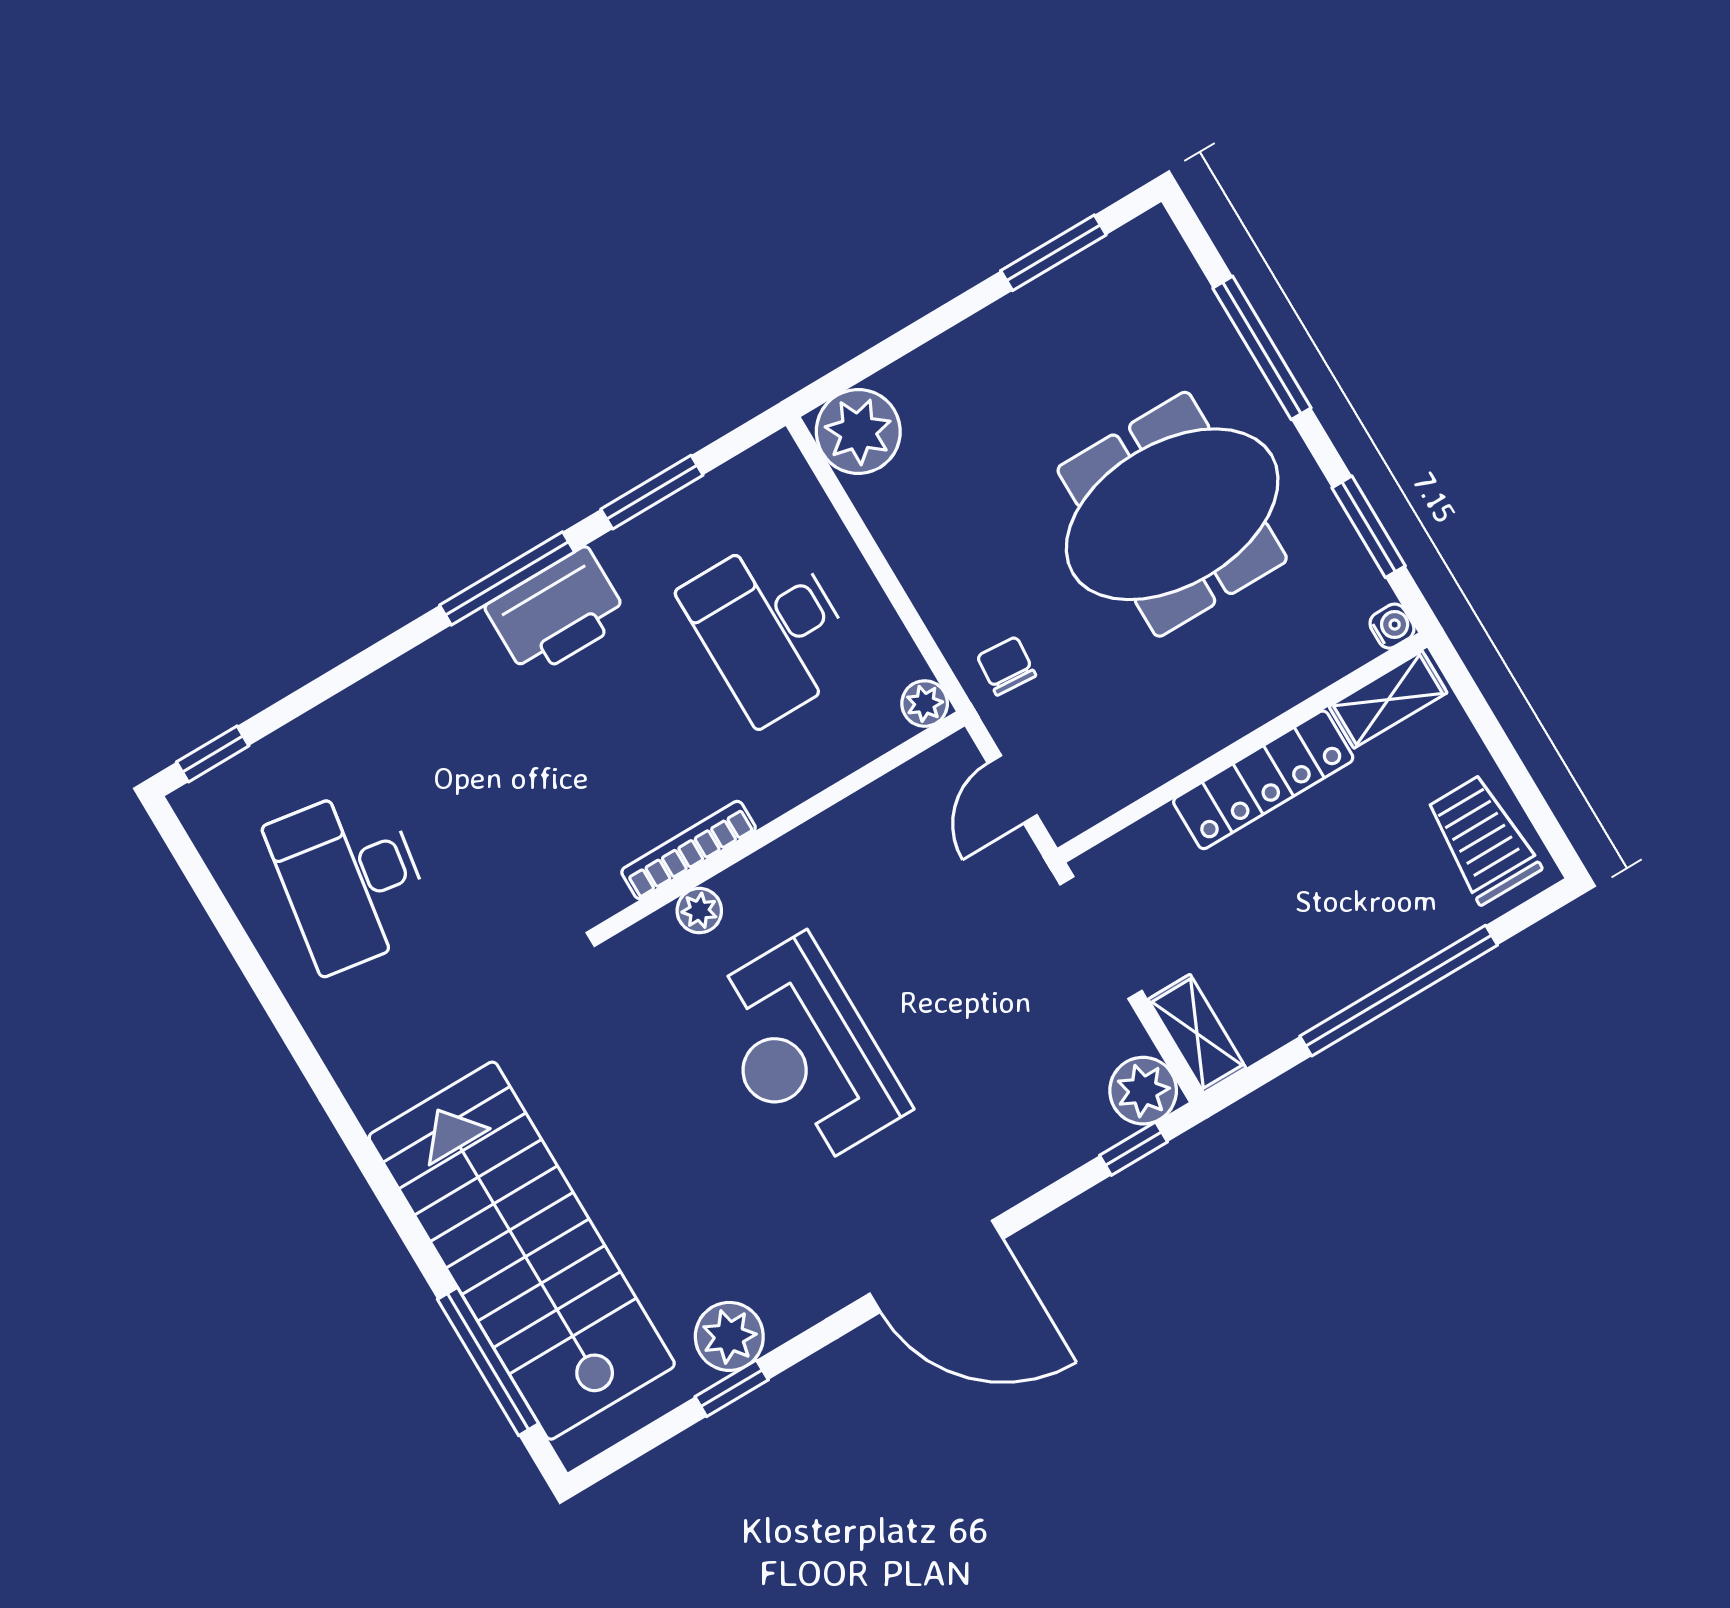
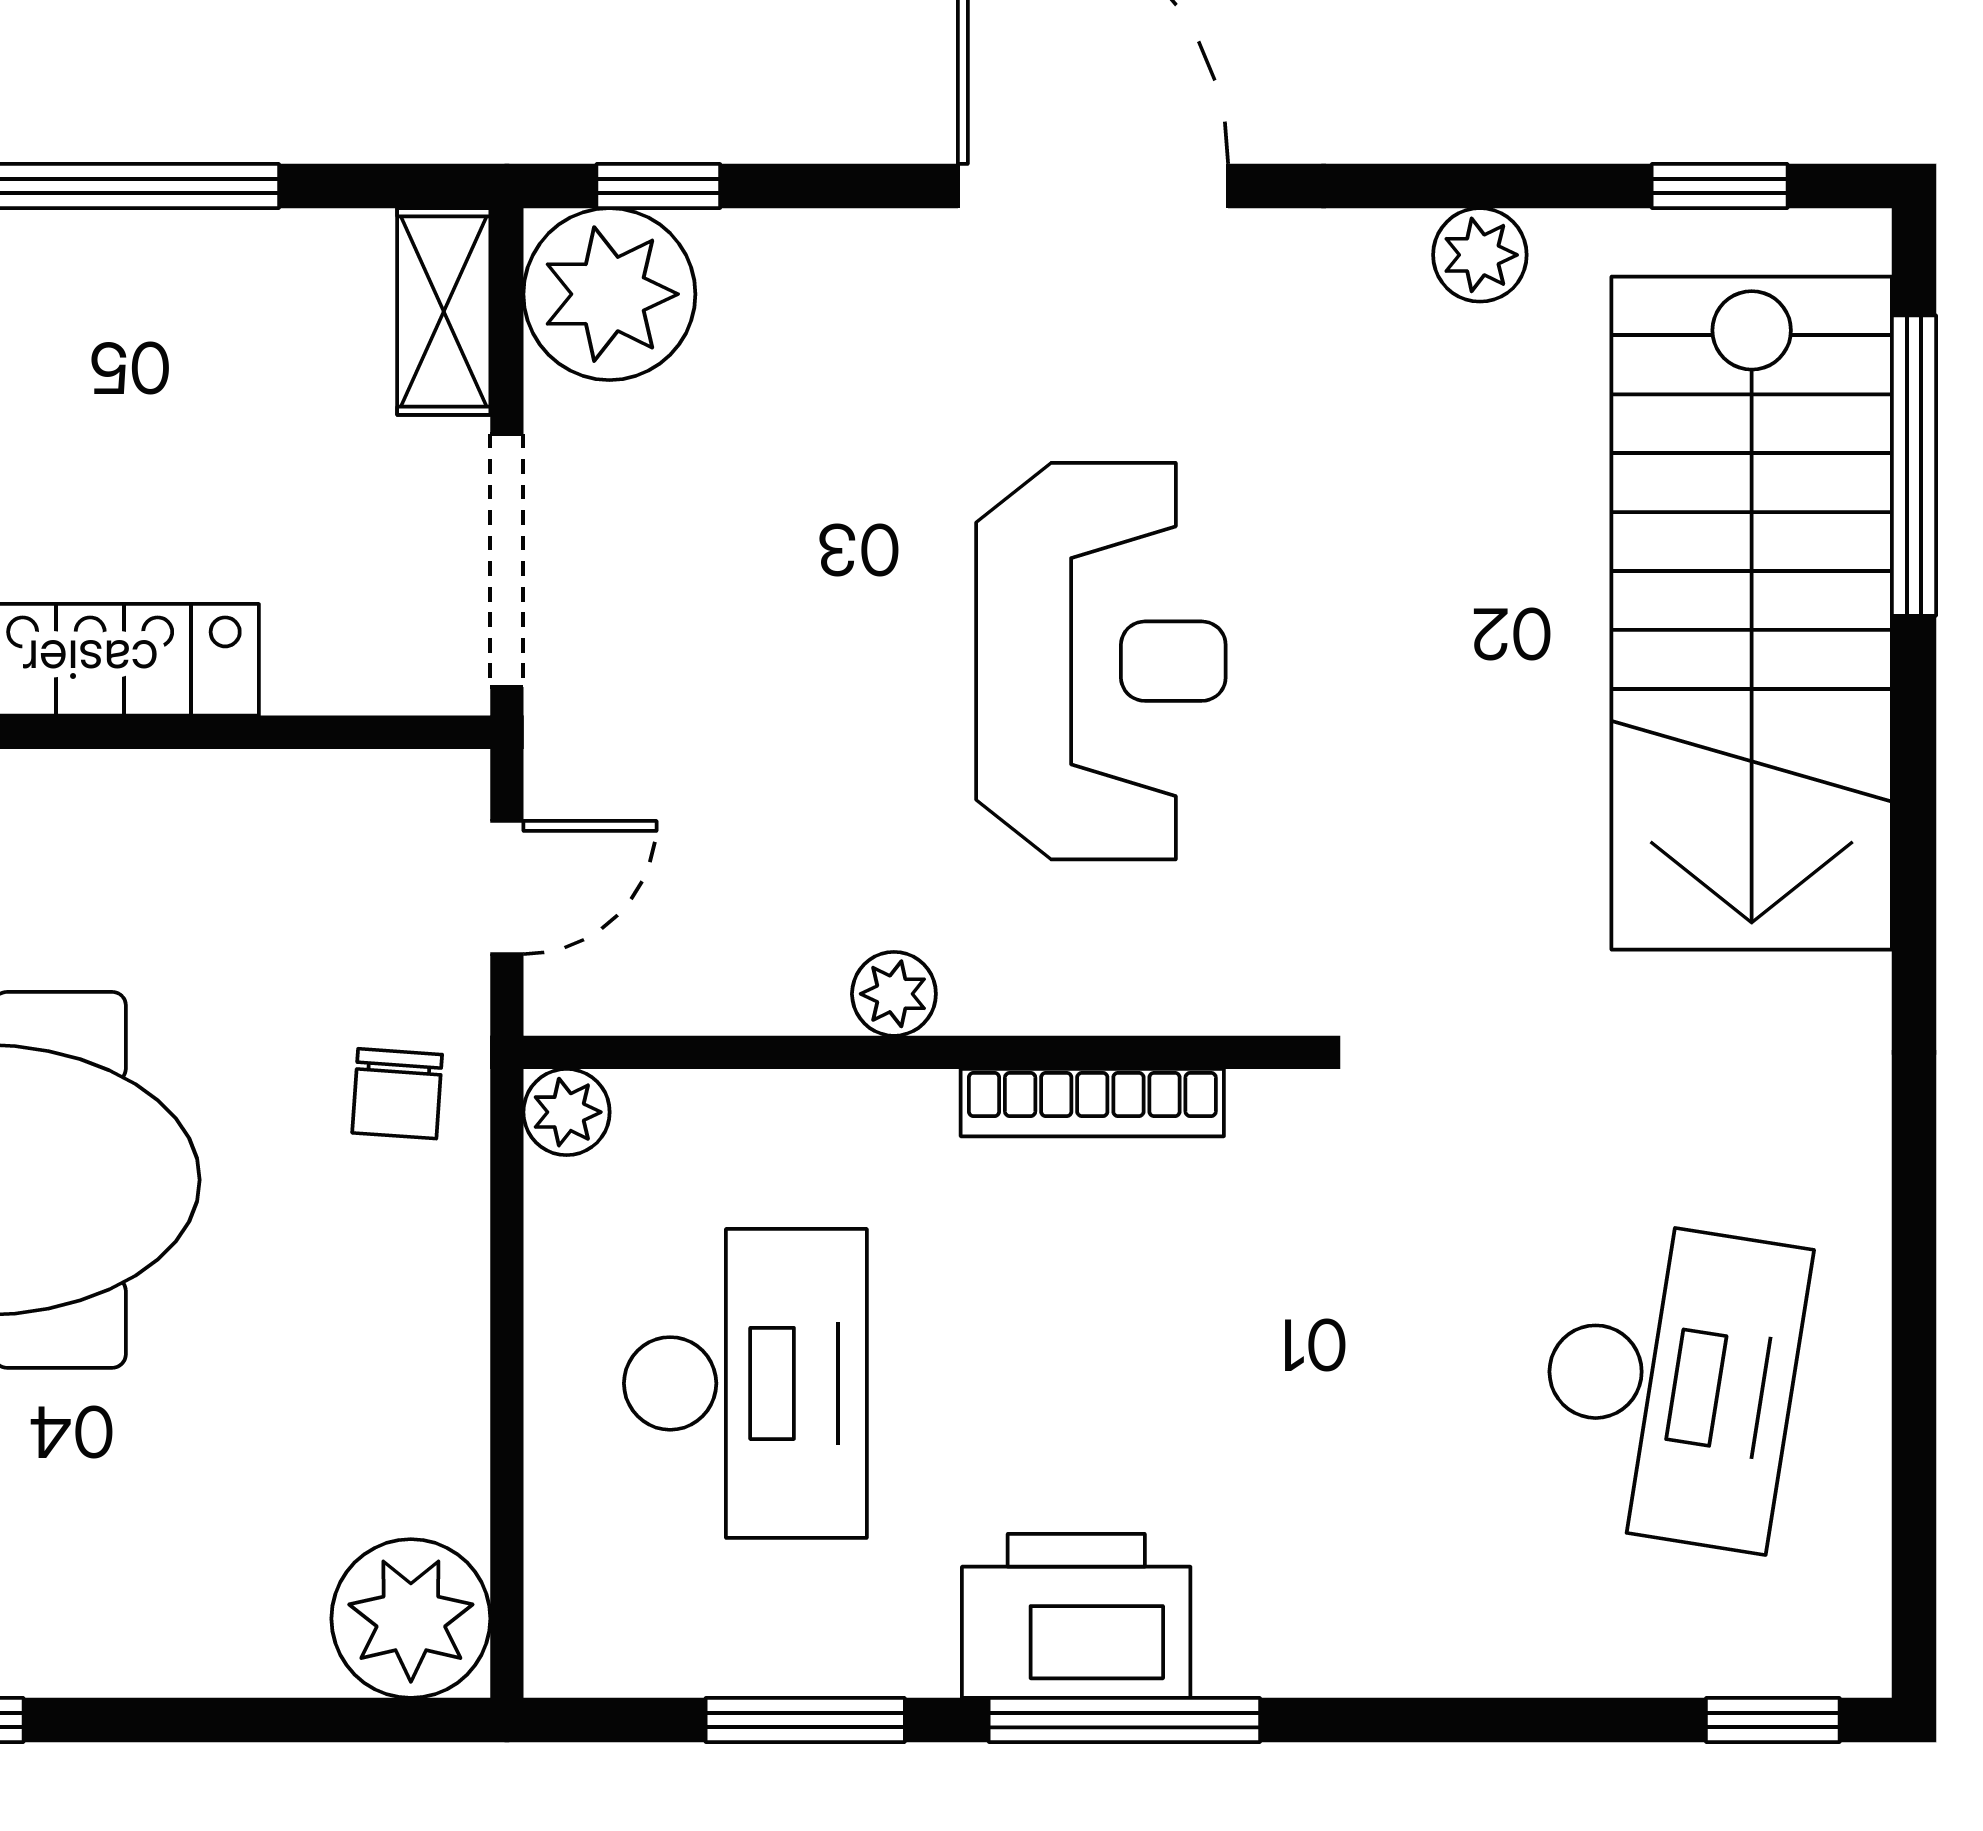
plant: (699, 911) -> (894, 994), moved
plant: (1143, 1091) -> (609, 294), width x1.36, depth x1.36
plant: (729, 1336) -> (1480, 255), width x0.73, depth x0.73
window: (732, 1388) -> (1720, 186), moved

